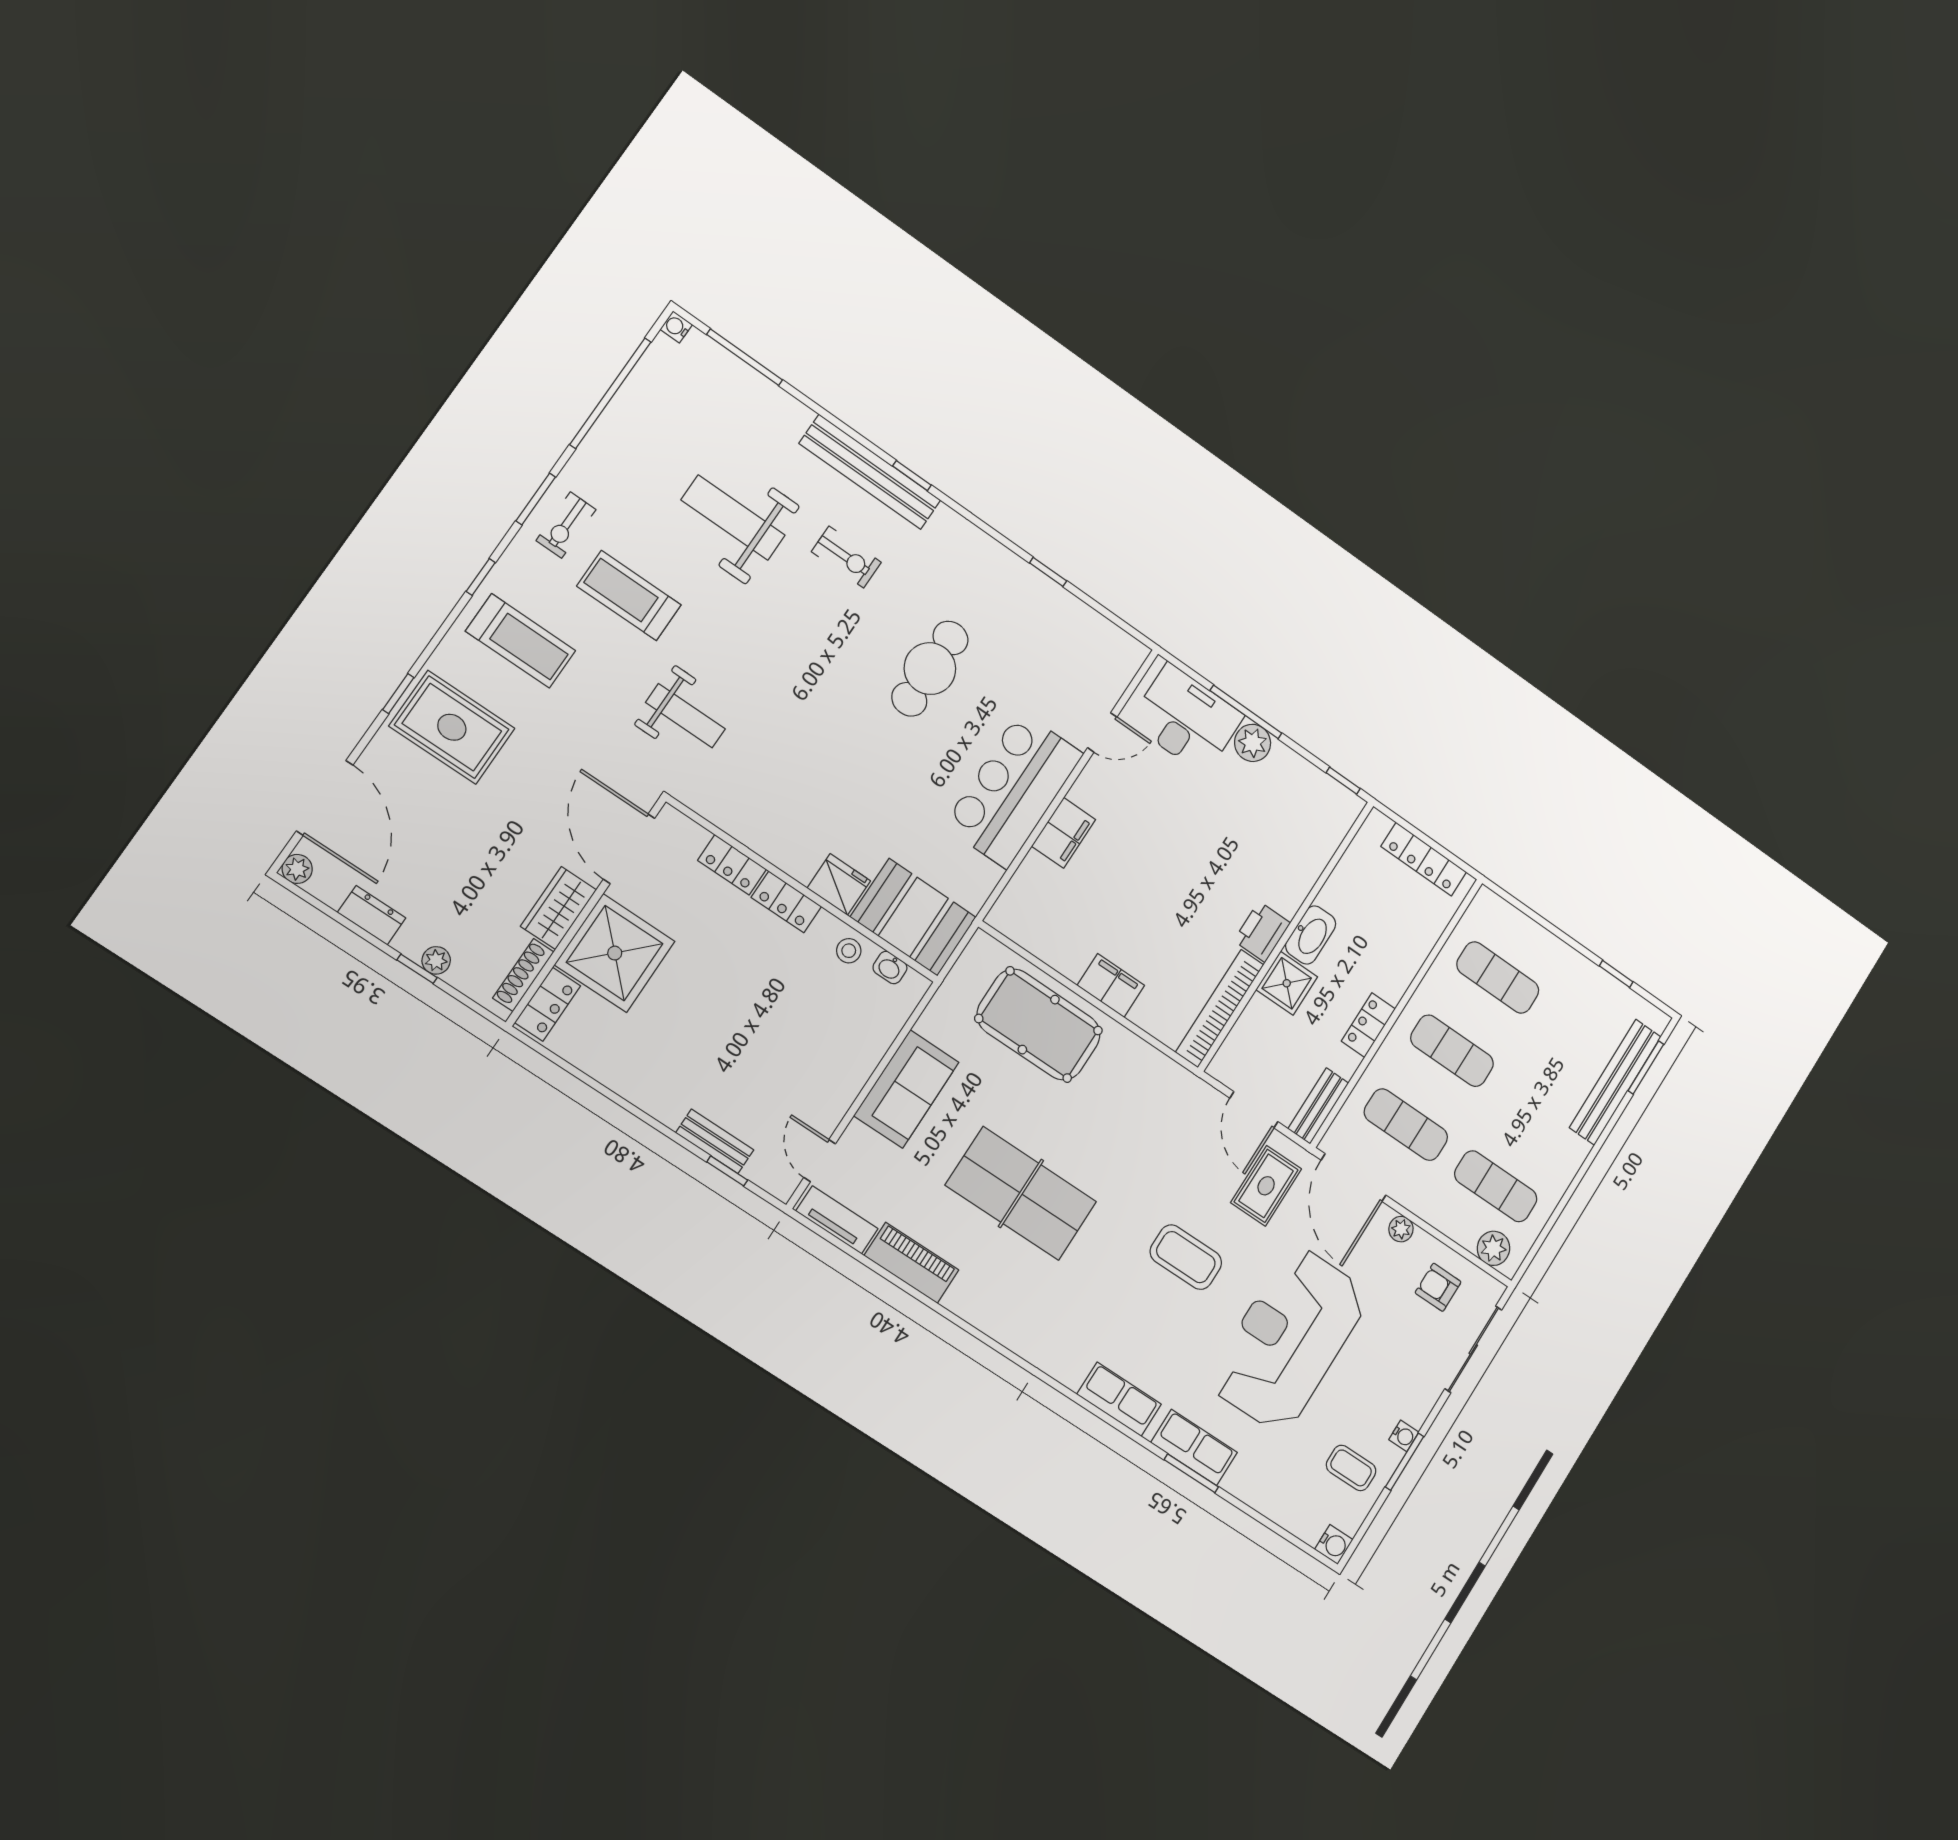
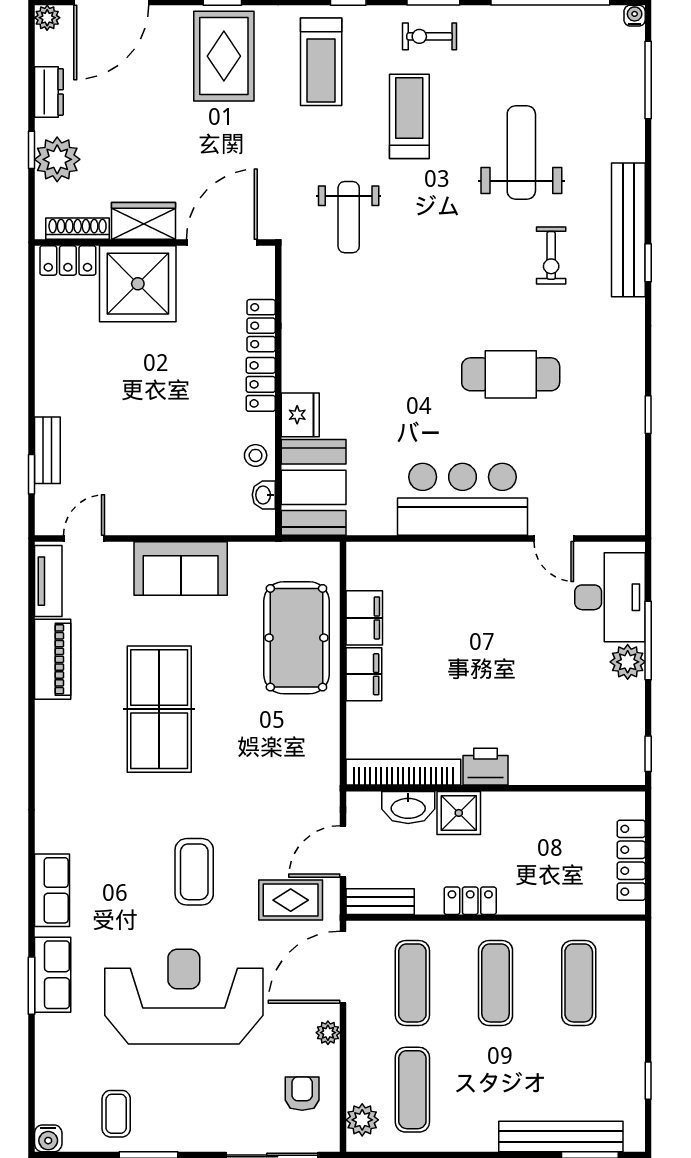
filing cabinet: (1064, 833) -> (364, 618), moved, turned -90
washbasin: (1311, 935) -> (408, 807), moved
plant: (436, 960) -> (57, 159), width x1.88, depth x1.88
water cooler: (1404, 1436) -> (168, 1141), removed

